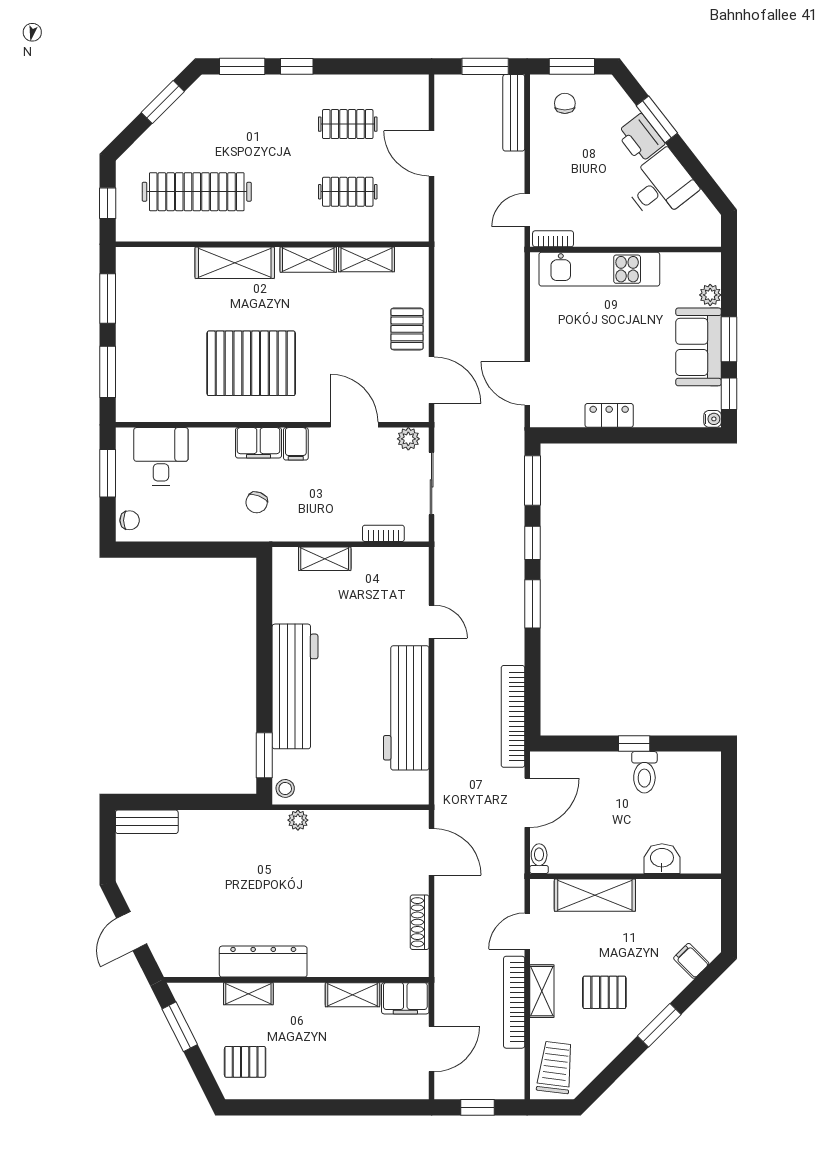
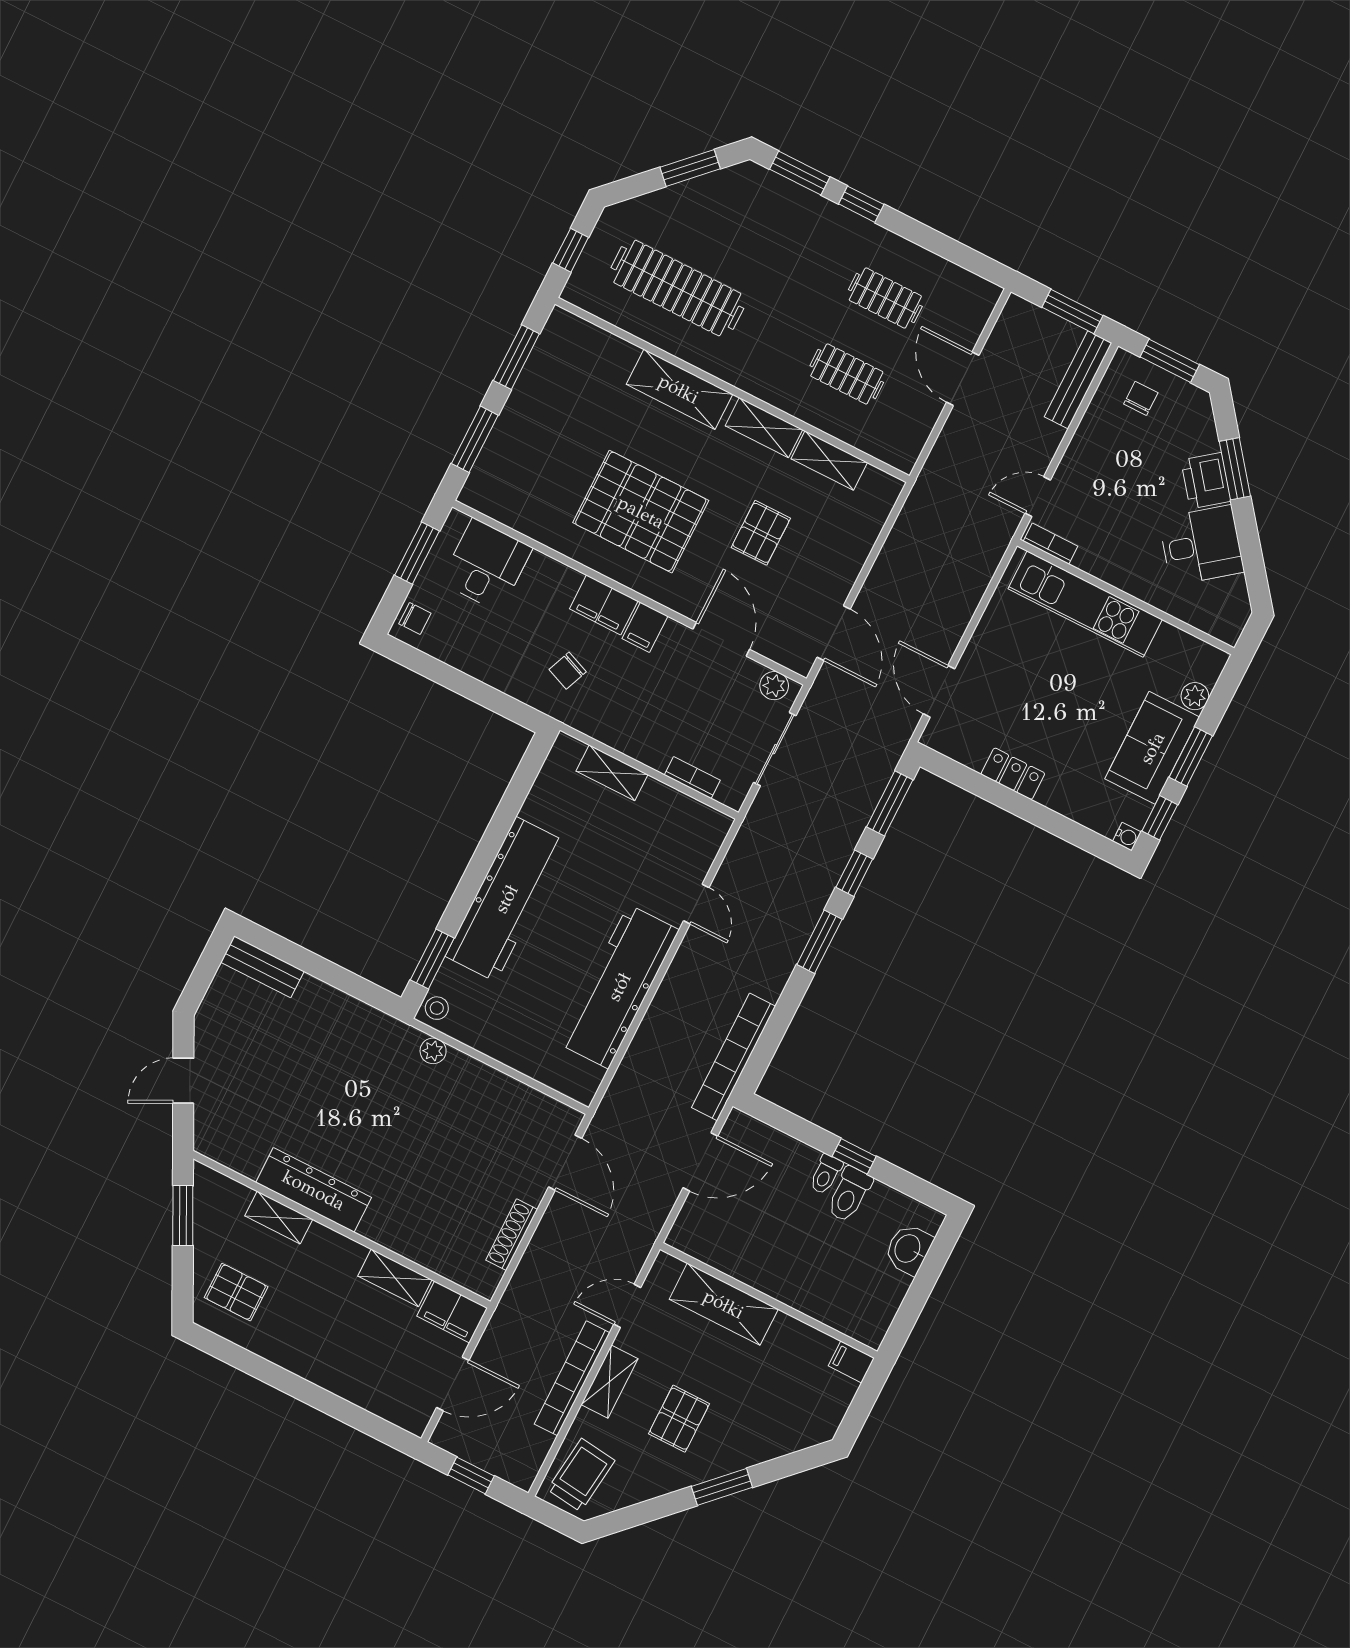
pallet: (407, 329) -> (761, 533), moved
toilet: (539, 859) -> (826, 1174), moved, turned 180
washbasin: (662, 859) -> (908, 1249), moved, turned -90
filing cabinet: (691, 961) -> (851, 1362), moved, turned -45
pallet: (604, 992) -> (679, 1419), turned 90

